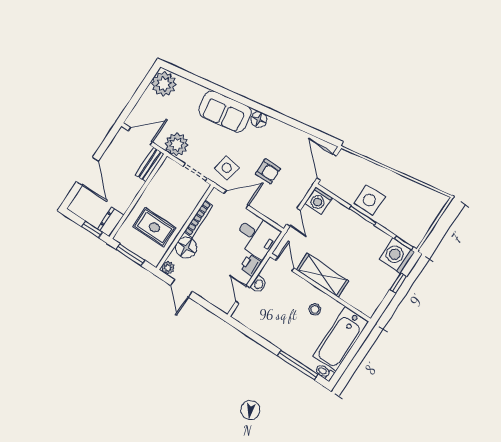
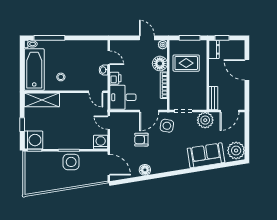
sofa: (225, 112) -> (206, 155), moved
floor lamp: (259, 120) -> (145, 170), moved
shelving: (323, 275) -> (42, 100), moved

